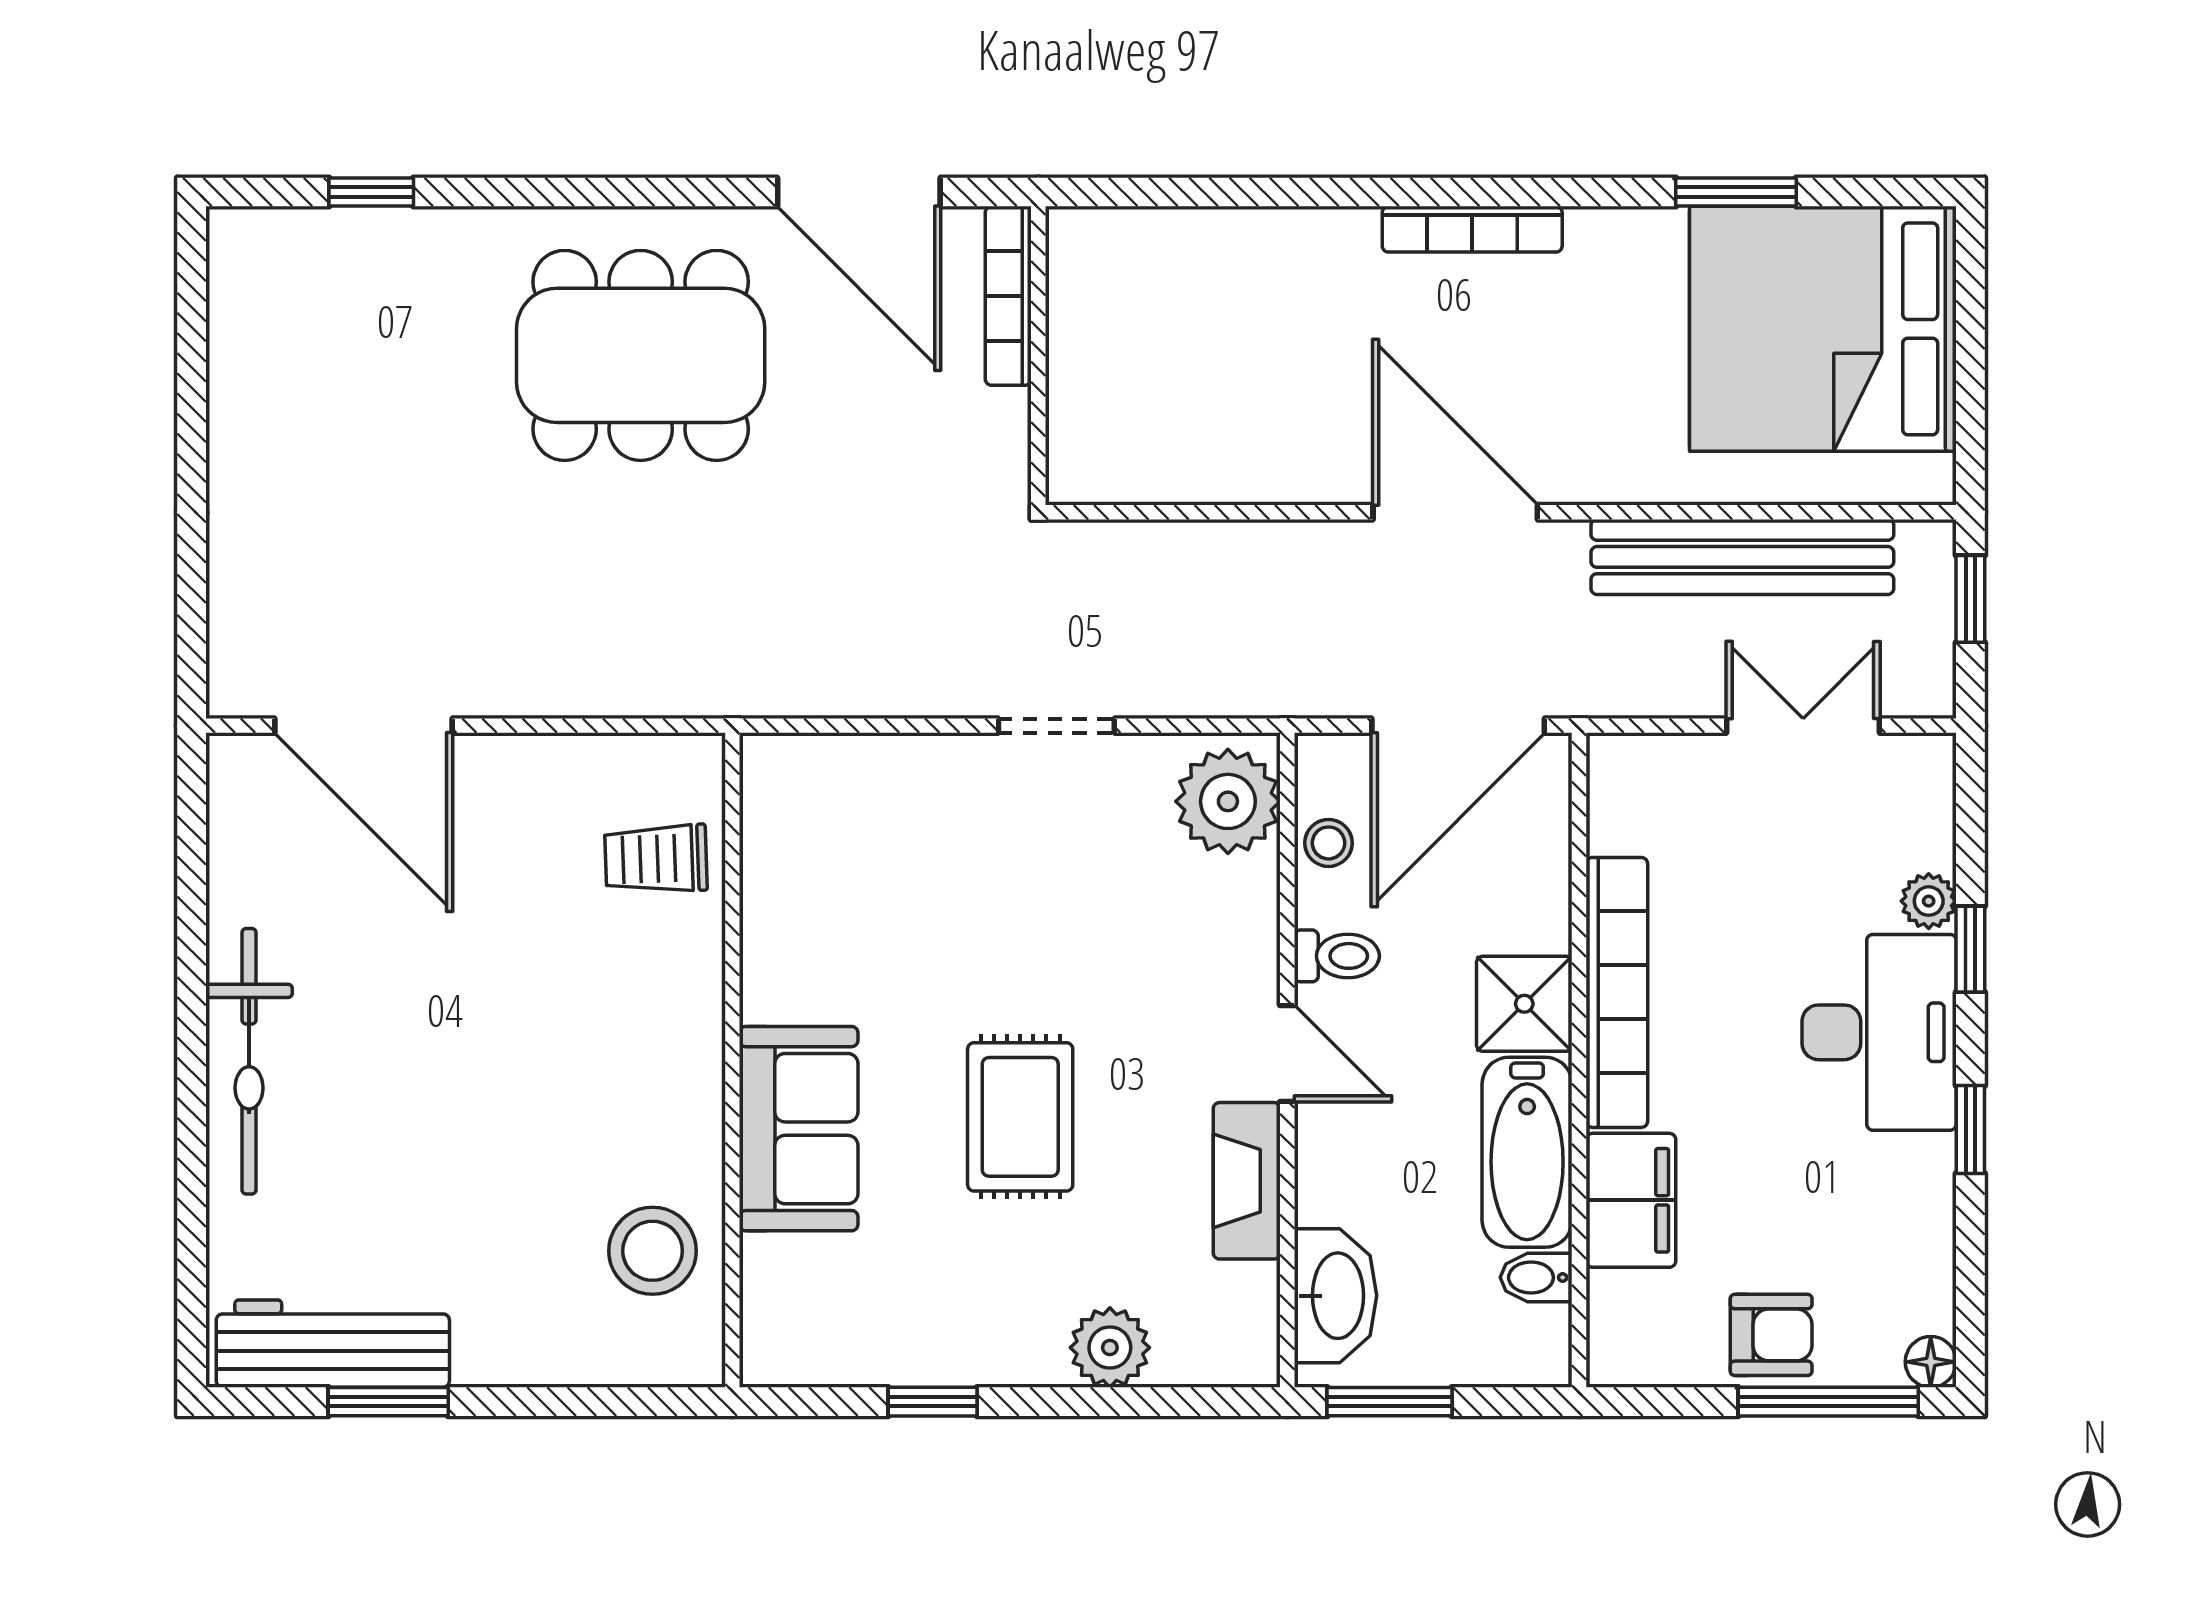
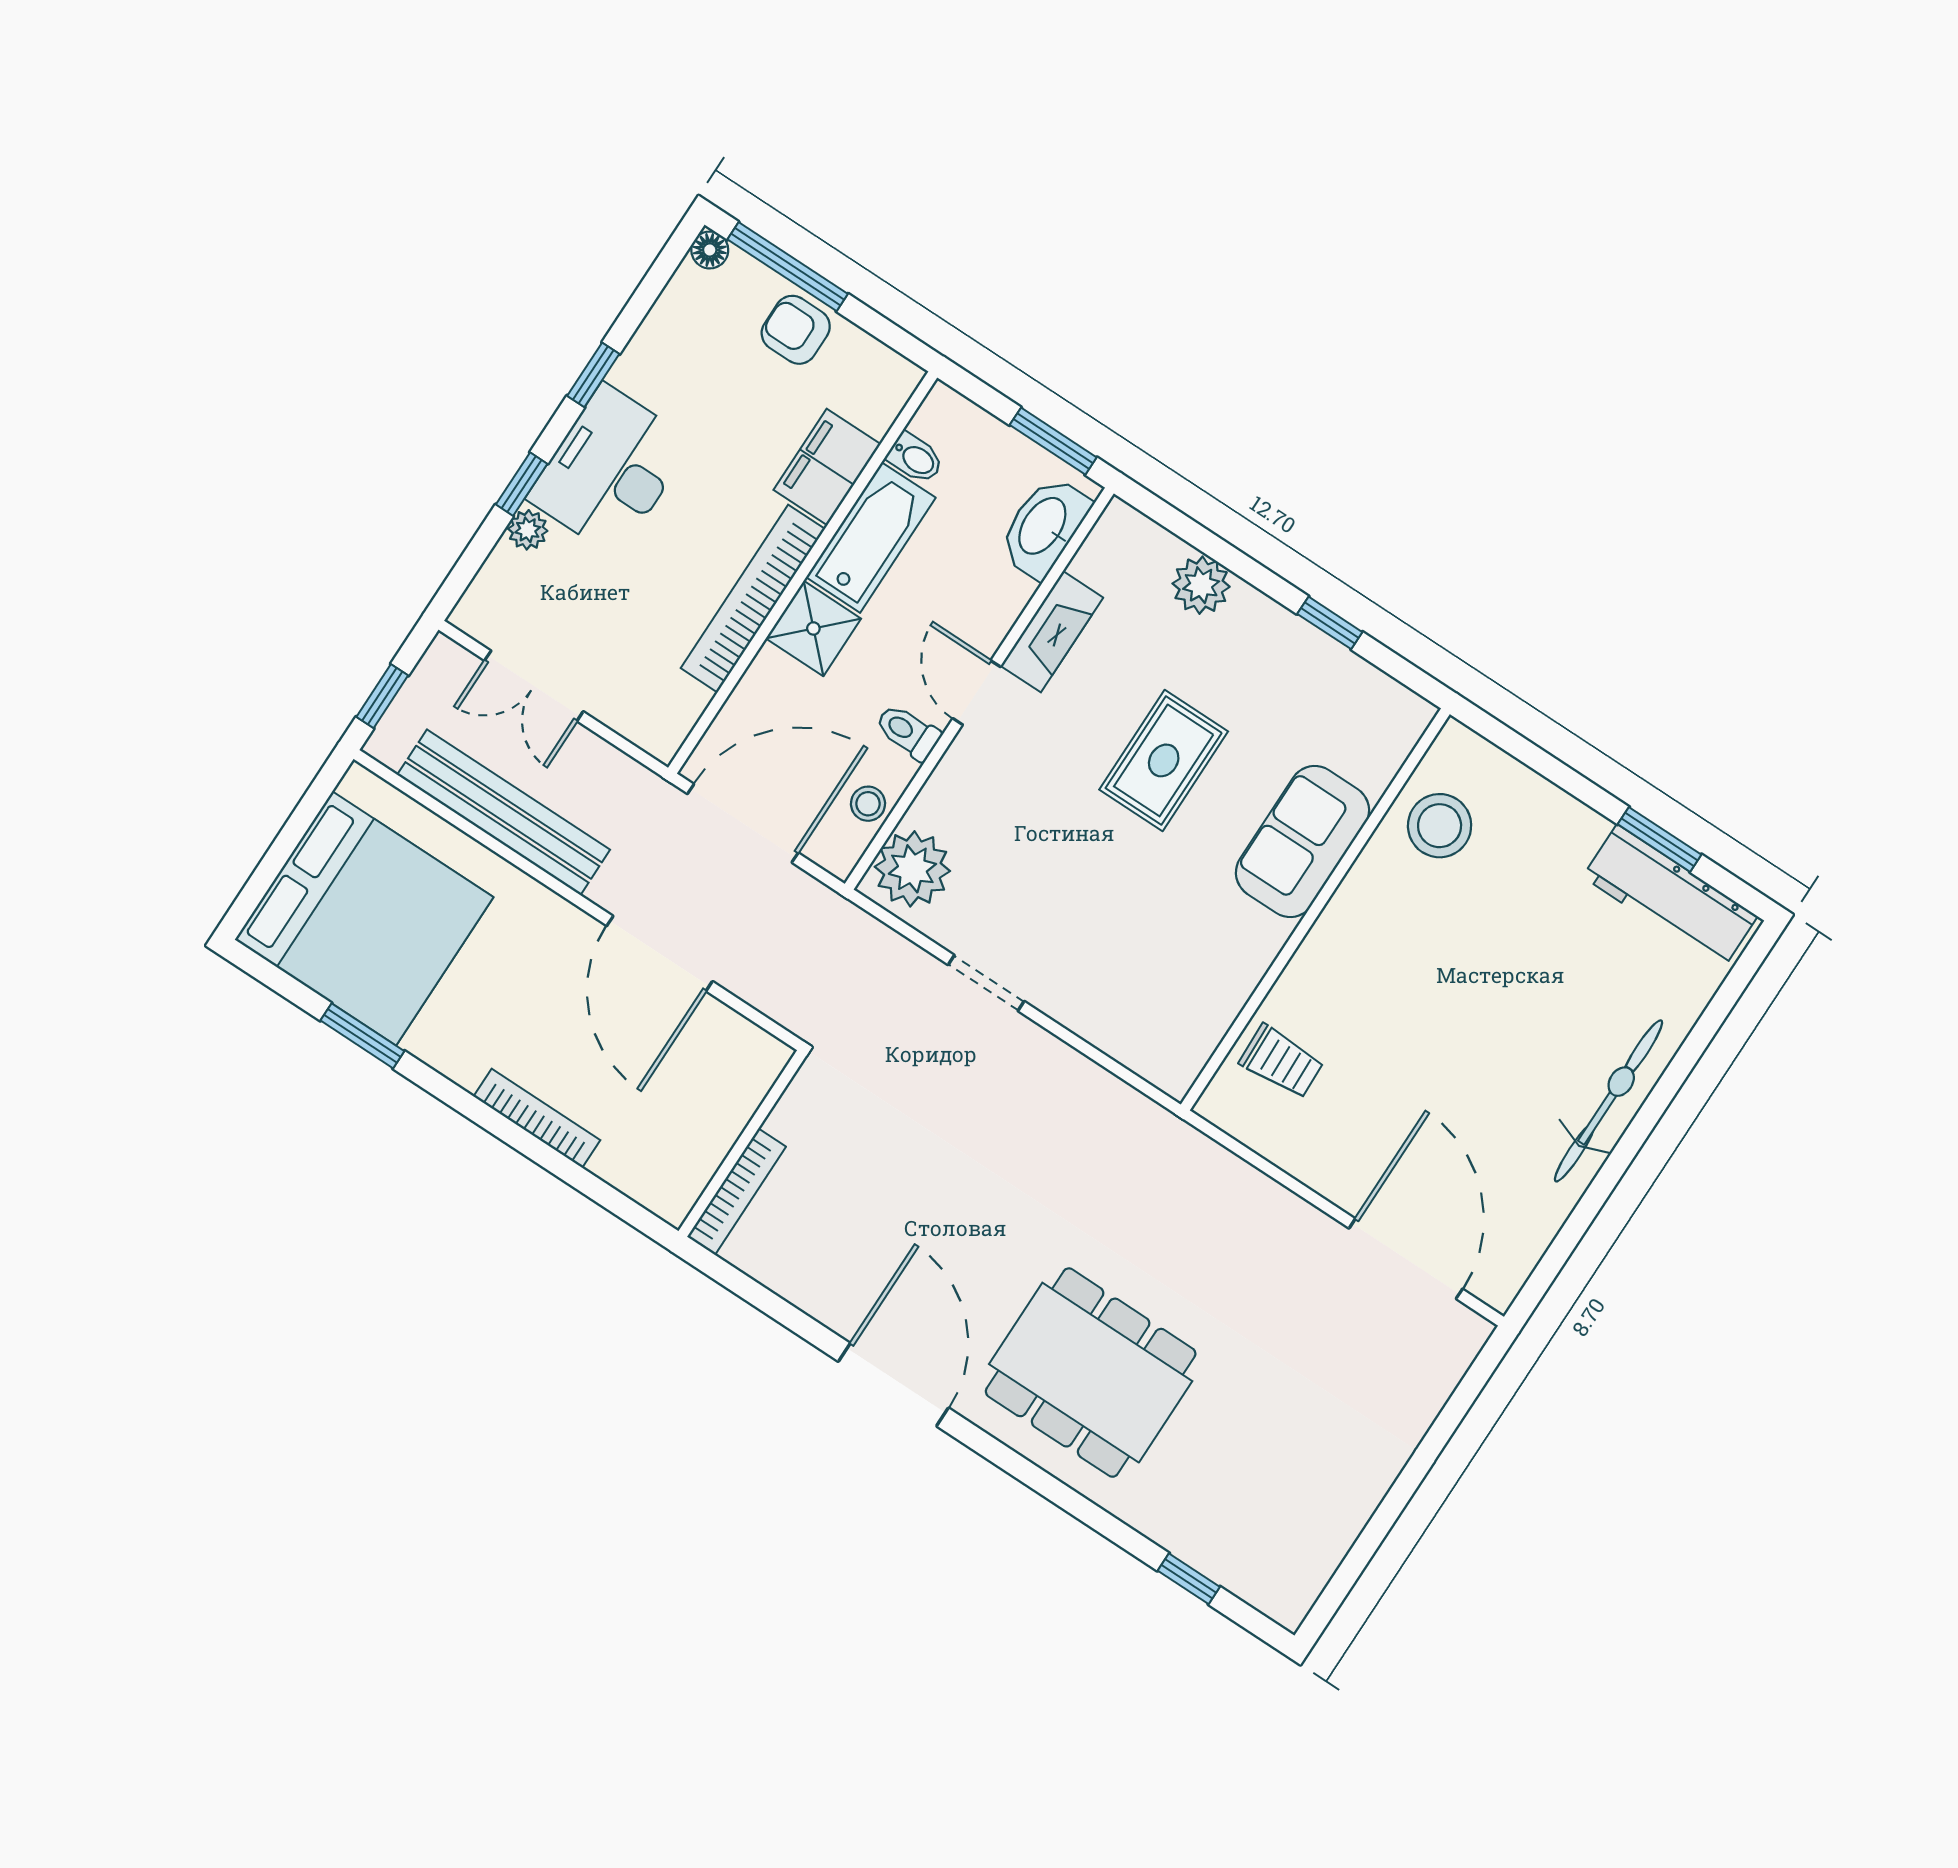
bookcase: (1008, 296) -> (737, 1192), moved
wall: (1038, 356) -> (742, 1143), moved

